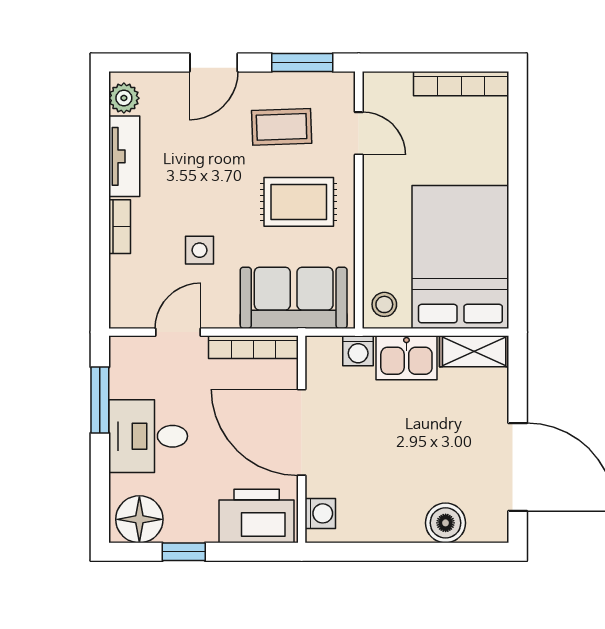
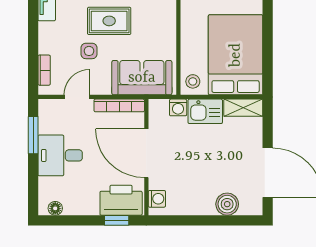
rug: (299, 202) -> (109, 21), moved
bookcase: (120, 227) -> (44, 70), moved
floor lamp: (139, 519) -> (55, 208), width x0.53, depth x0.53
window: (184, 552) -> (117, 220), moved

